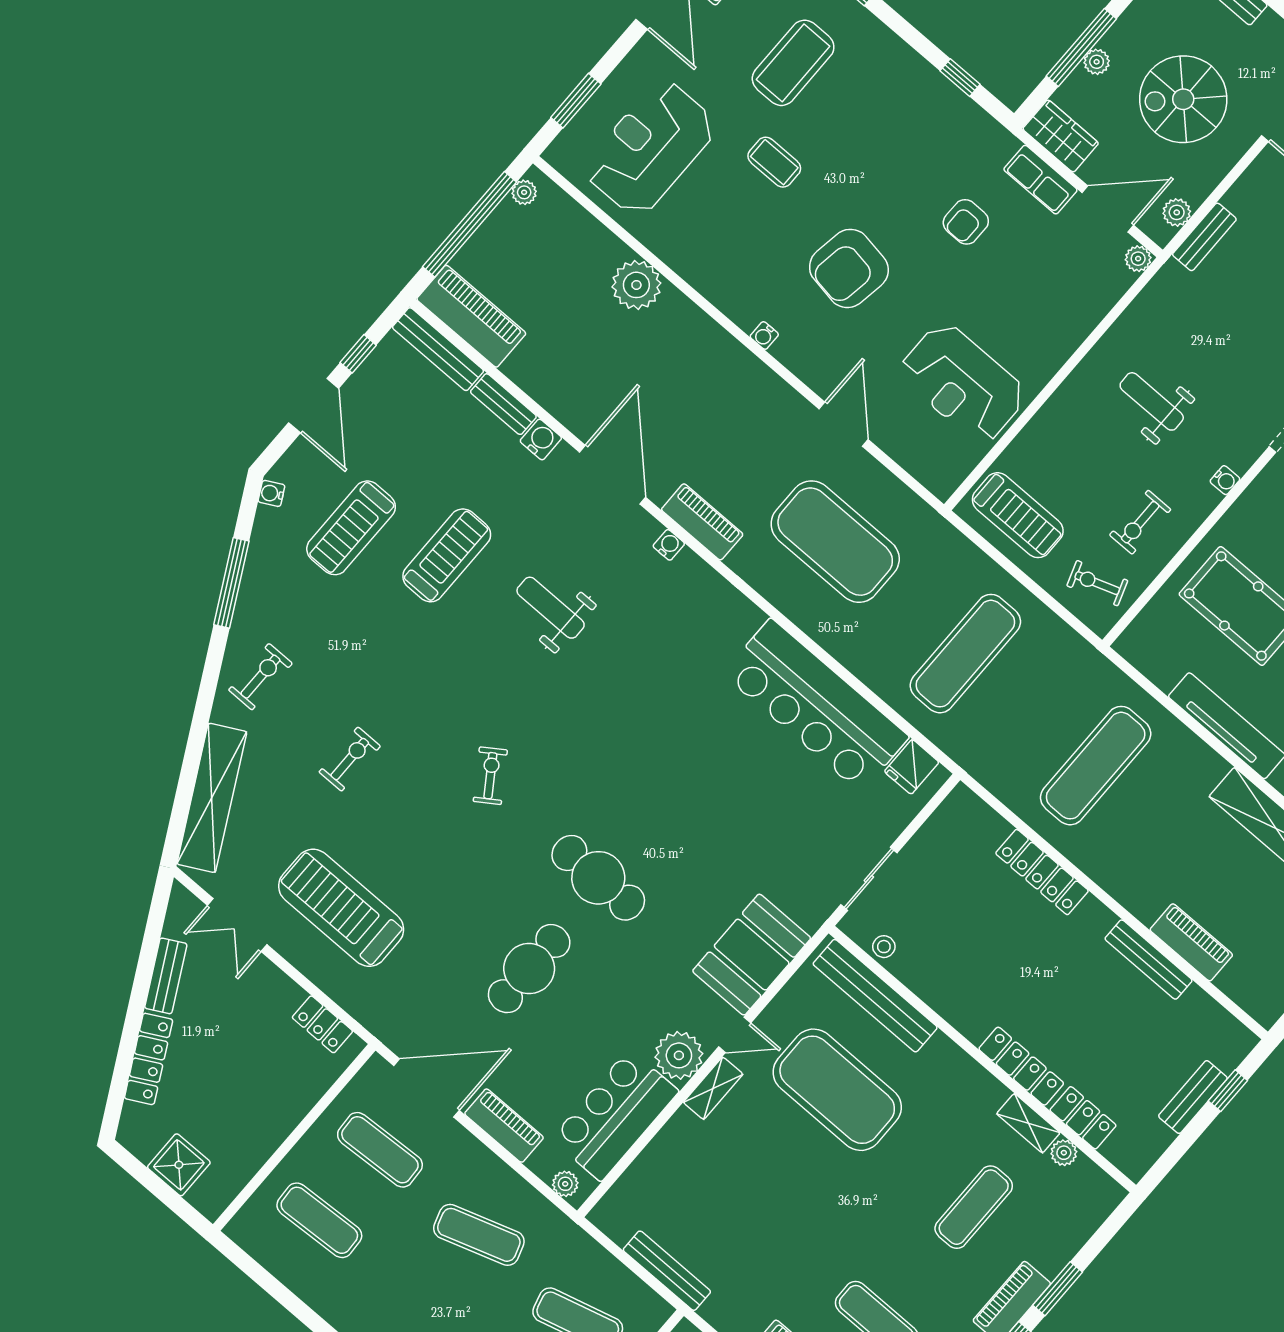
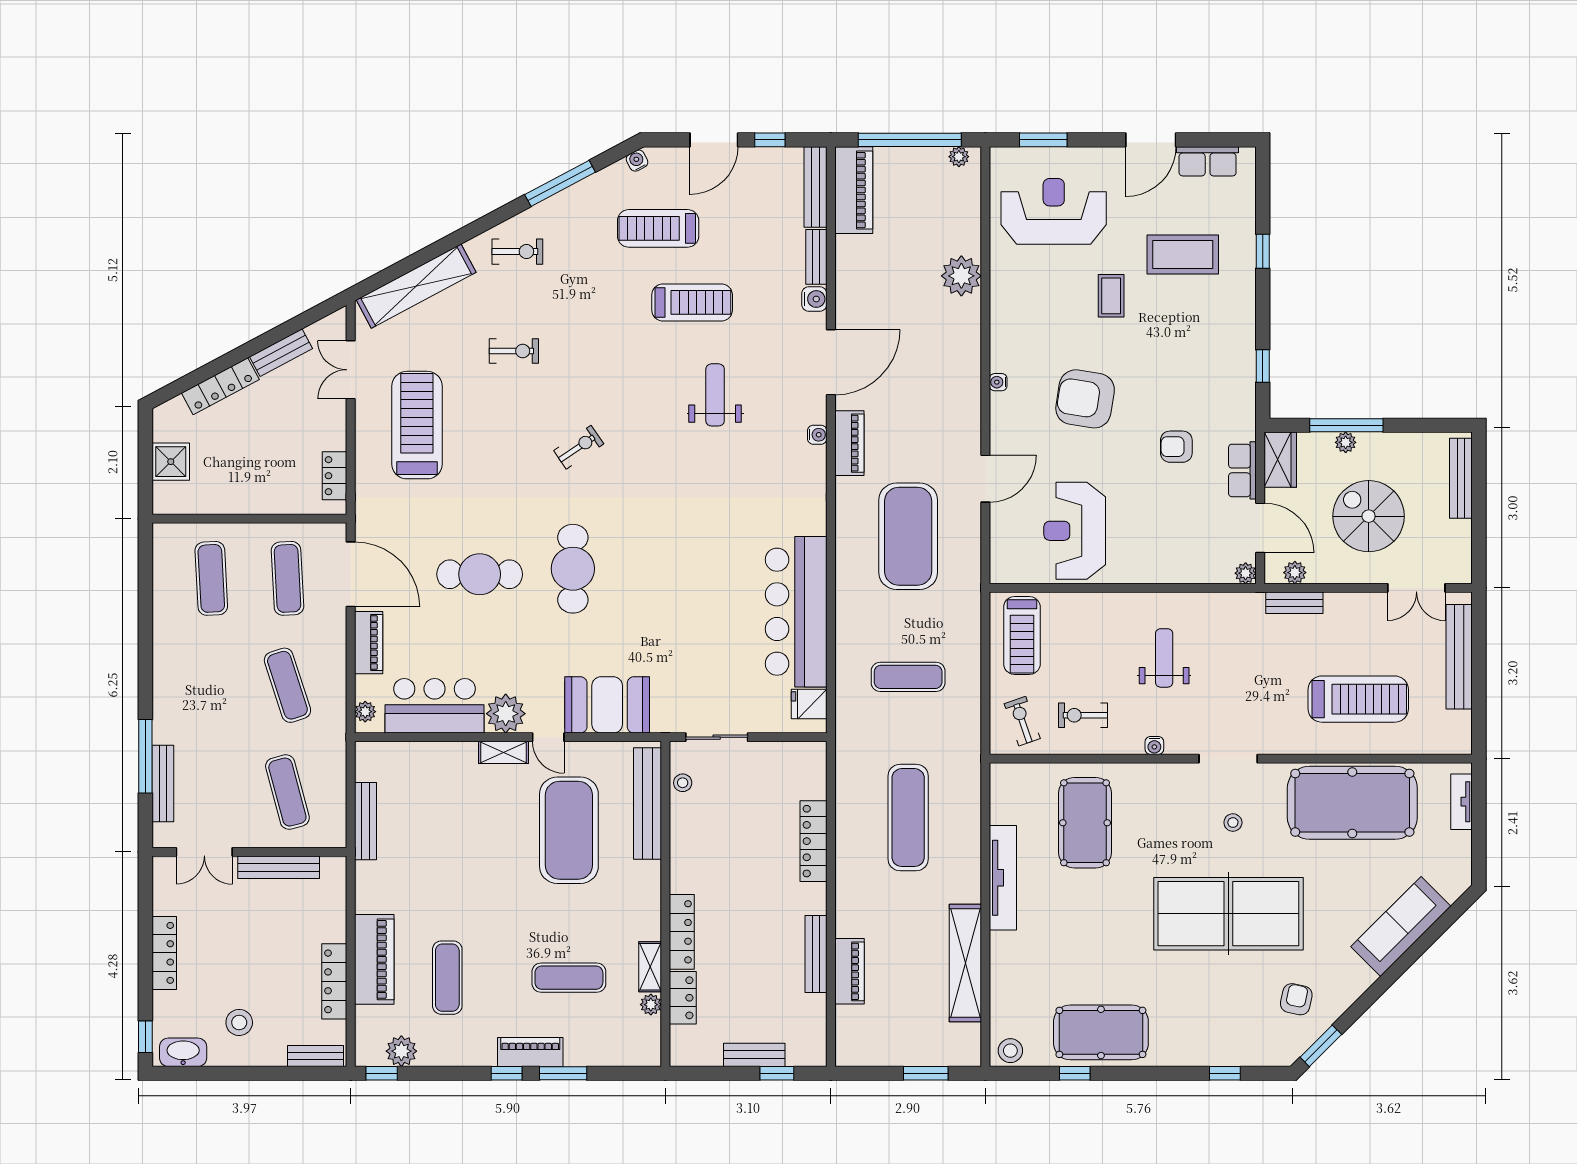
exercise mat: (965, 654) -> (908, 677), width x0.73, depth x0.69
exercise mat: (1096, 766) -> (908, 818), turned 90

